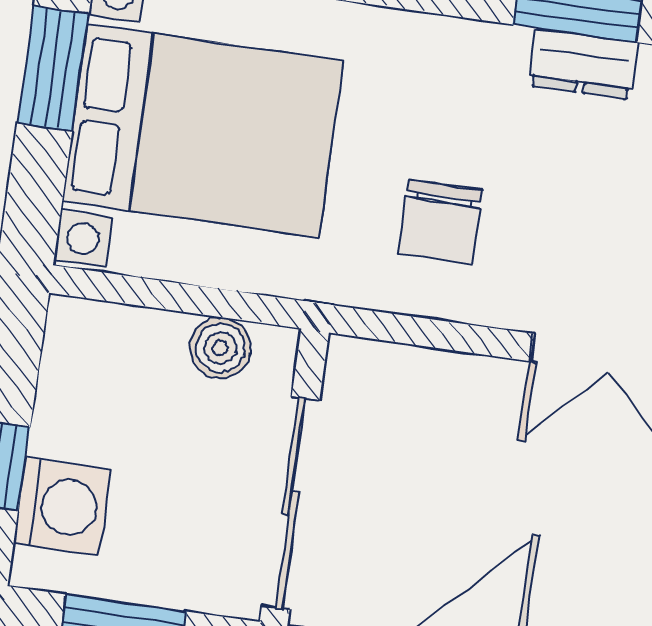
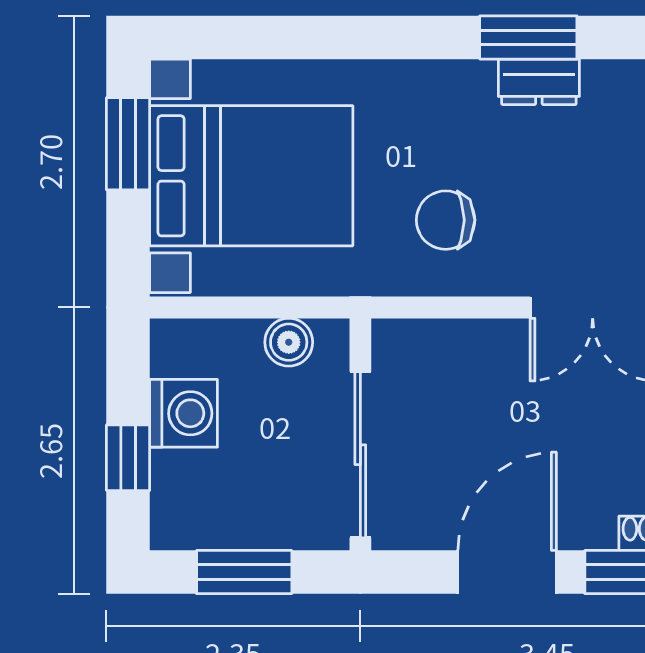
chair: (441, 222) -> (446, 220), turned 90
washing machine: (62, 506) -> (184, 413), moved

